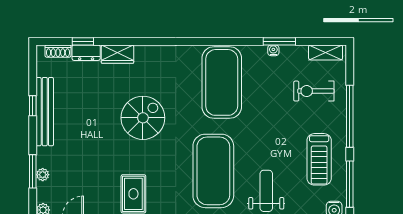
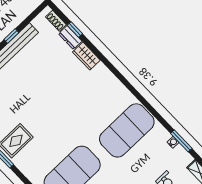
spiral stairs: (143, 118) -> (64, 105), removed

